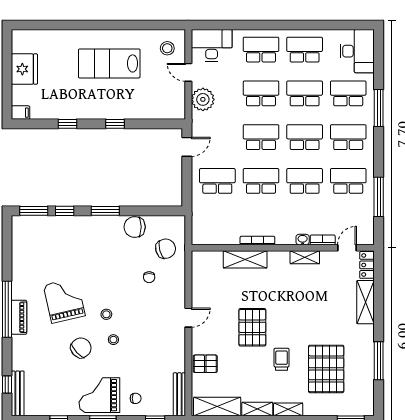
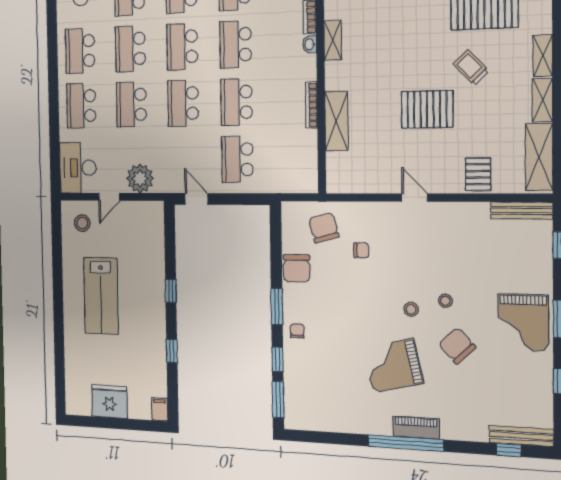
trolley: (282, 359) -> (471, 67), turned 46
chair: (136, 398) -> (297, 331), moved

